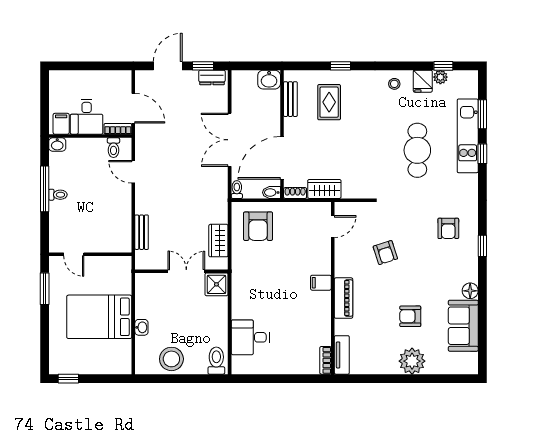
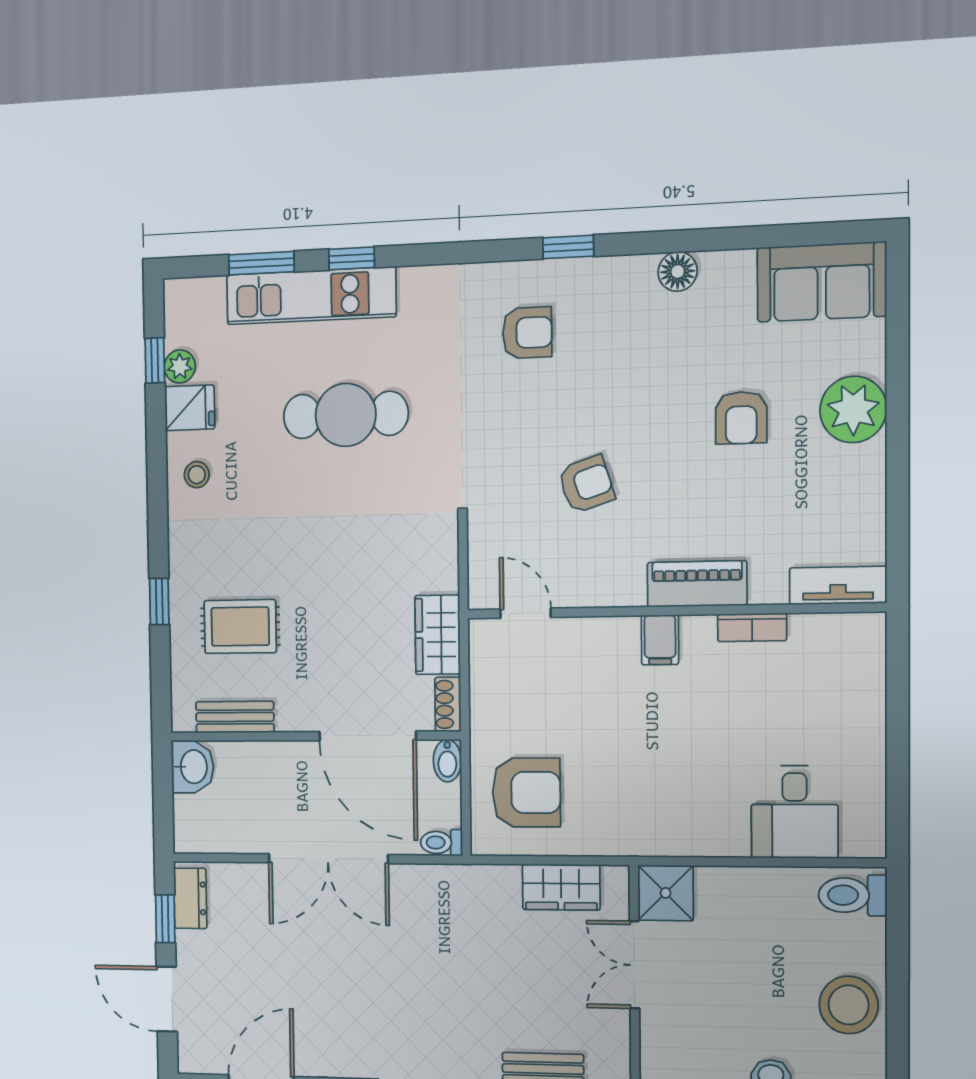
sofa: (463, 326) -> (822, 282), moved
bookcase: (325, 360) -> (752, 627), moved

